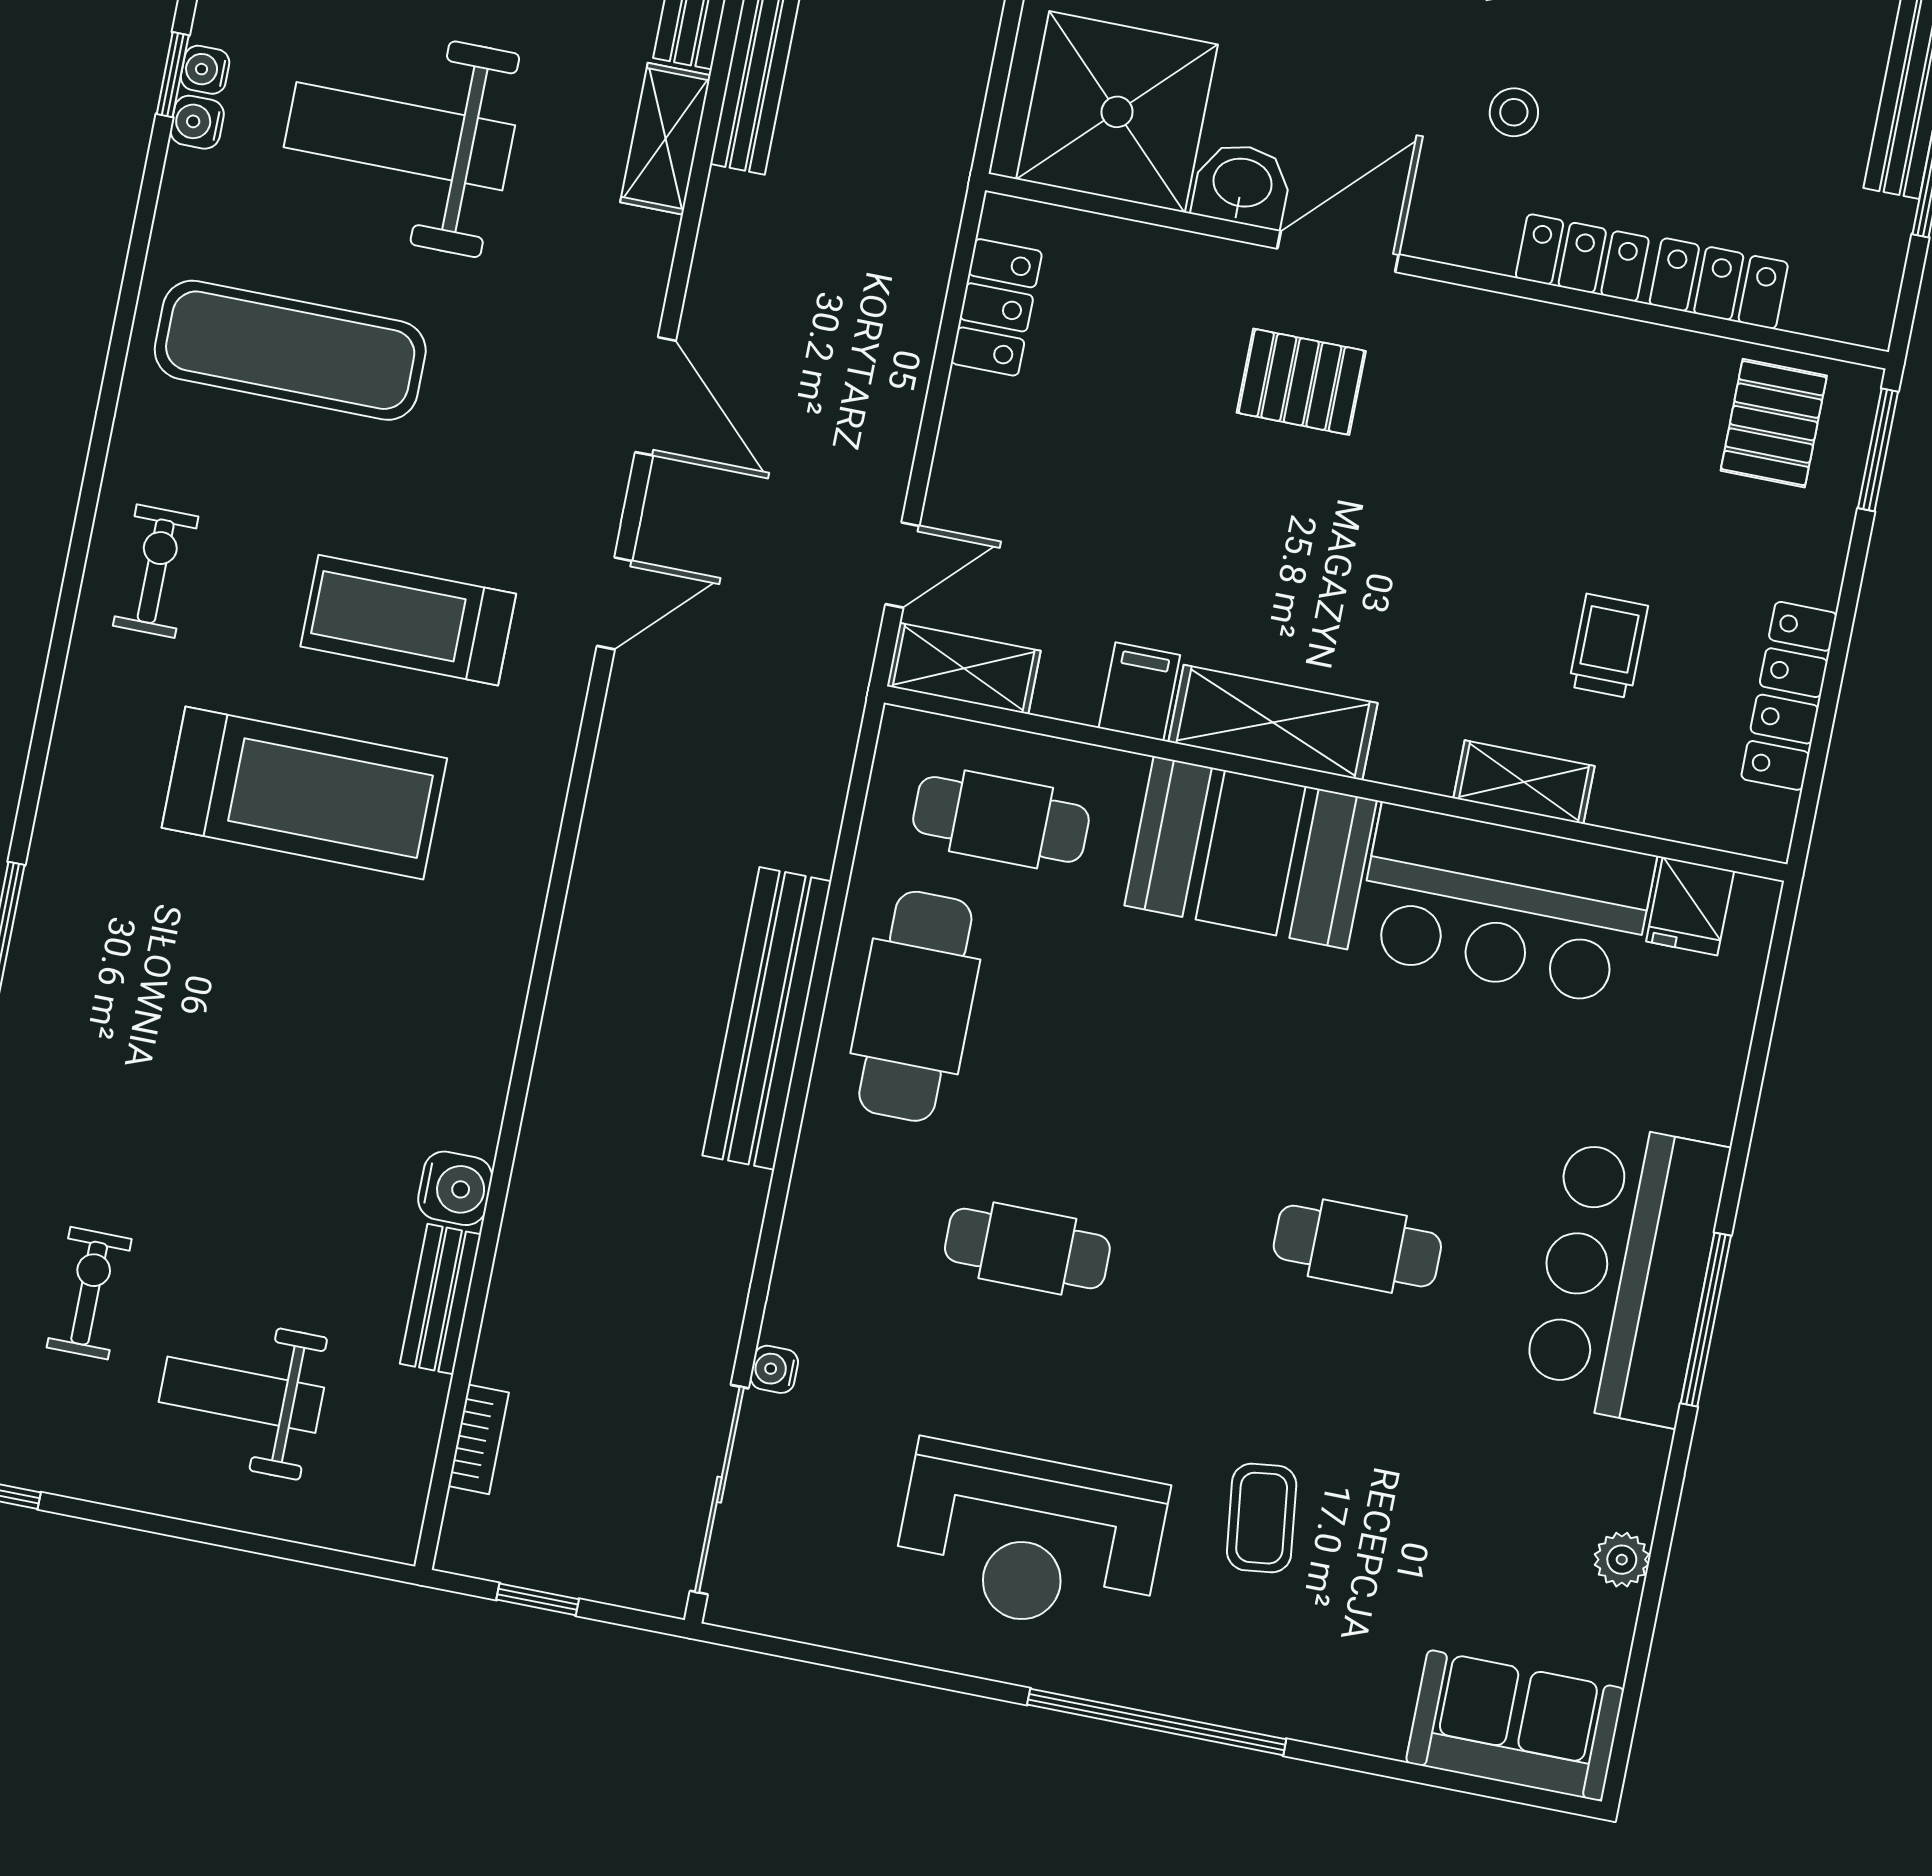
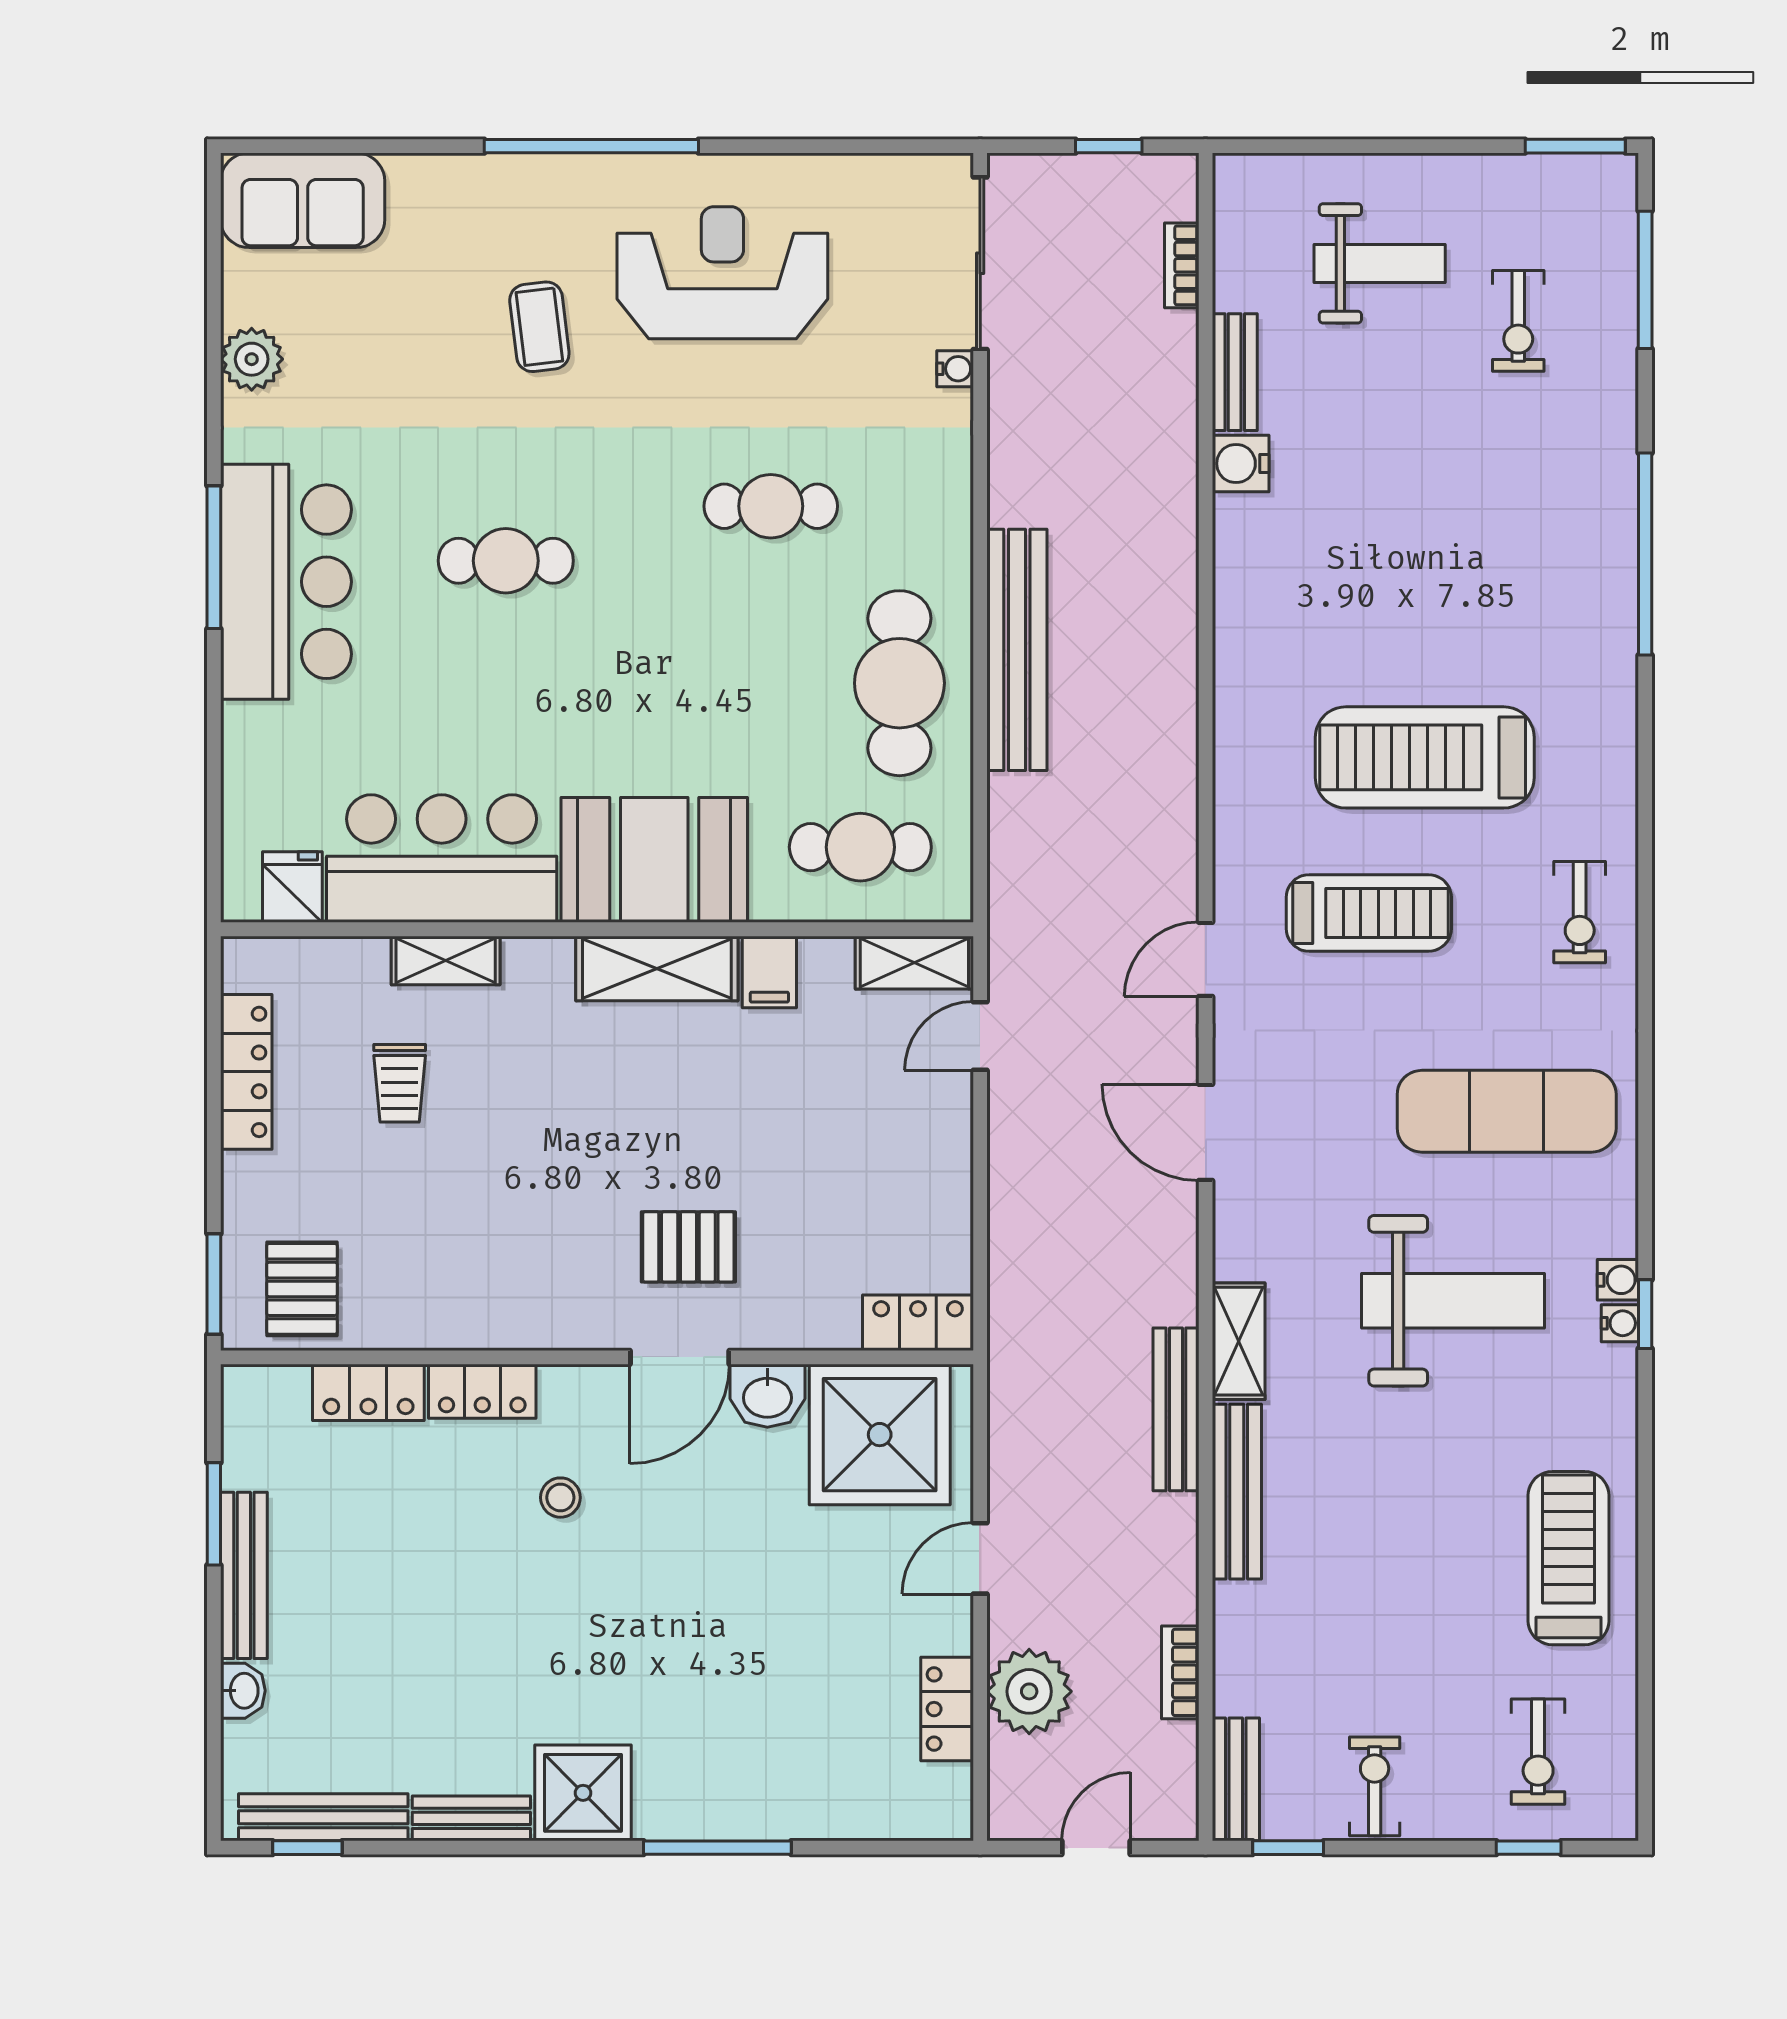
locker: (997, 307) -> (918, 1323), moved, turned 90
plant: (1622, 1560) -> (252, 359), width x1.38, depth x1.38

